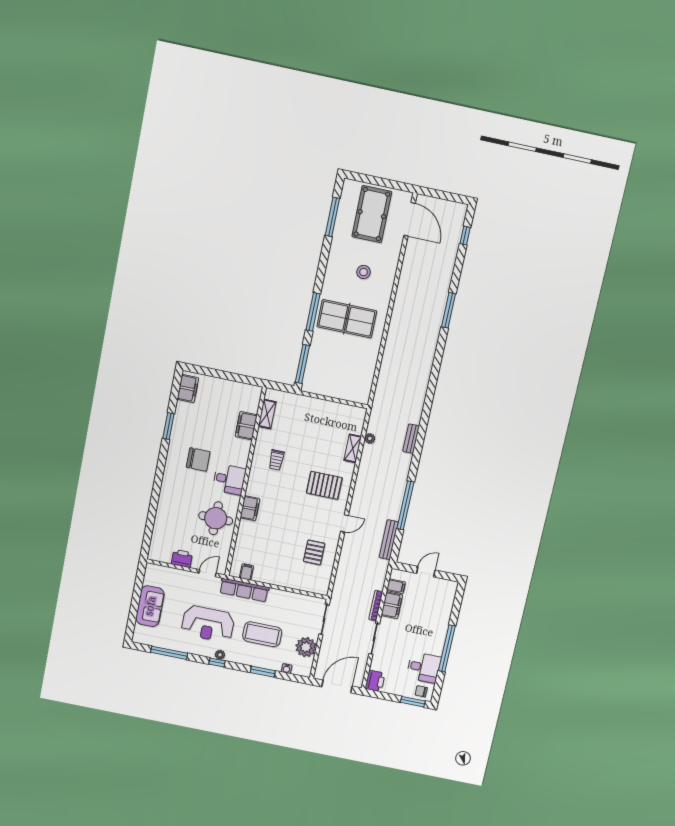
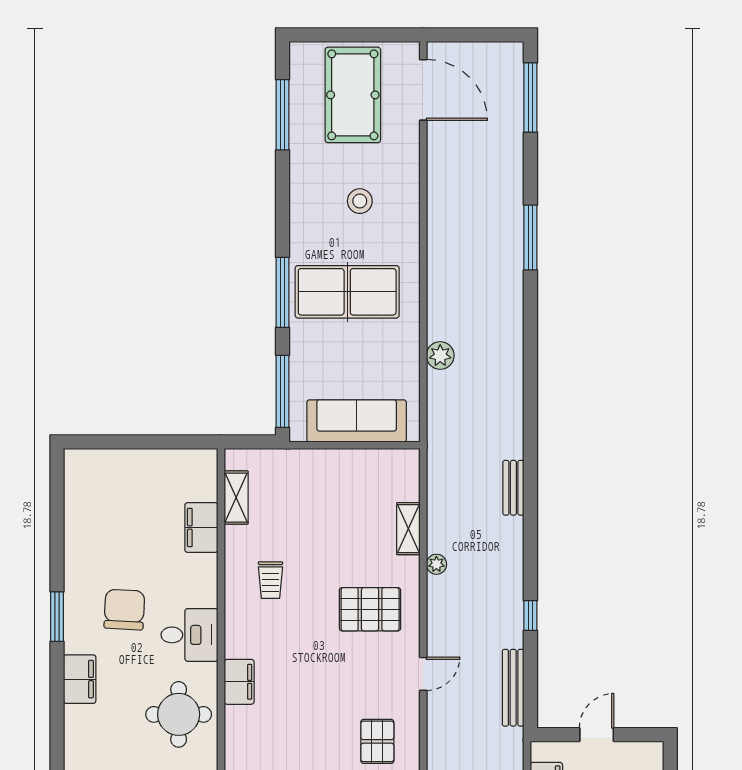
window: (465, 235) -> (530, 98), width x2.17
plant: (388, 362) -> (440, 355), added
sofa: (338, 387) -> (357, 421), added
filing cabinet: (188, 389) -> (80, 679), moved
window: (168, 426) -> (57, 617), moved
plant: (370, 438) -> (436, 564), moved
chair: (198, 460) -> (124, 610), turned -87
window: (405, 505) -> (530, 616), width x0.32

